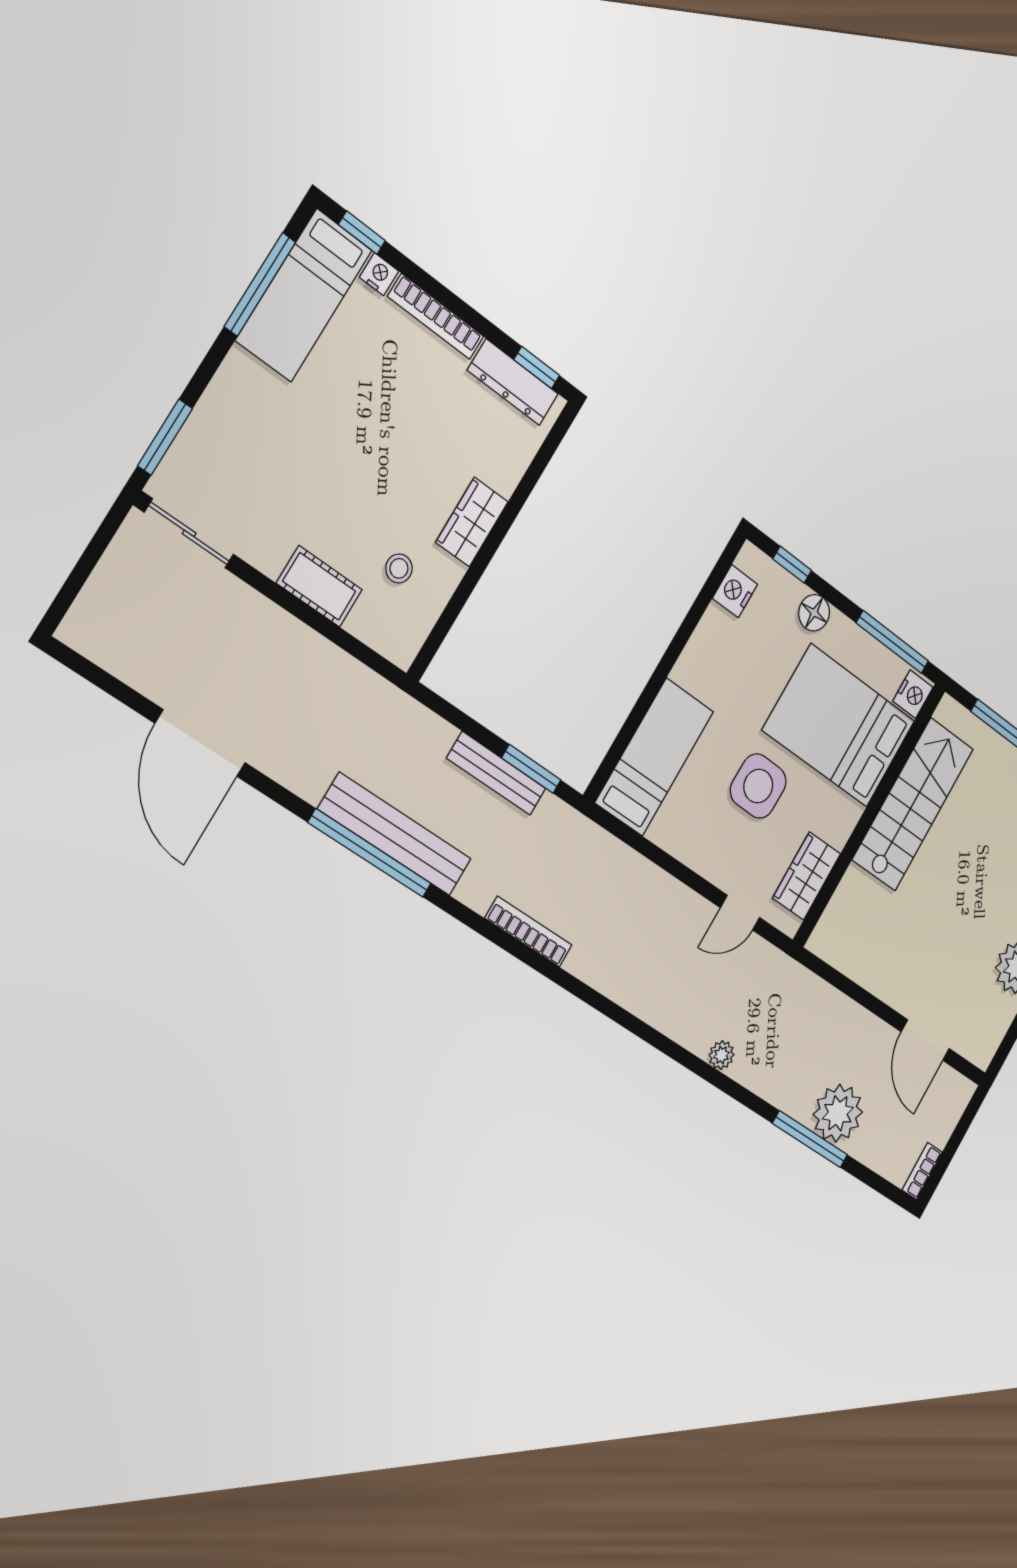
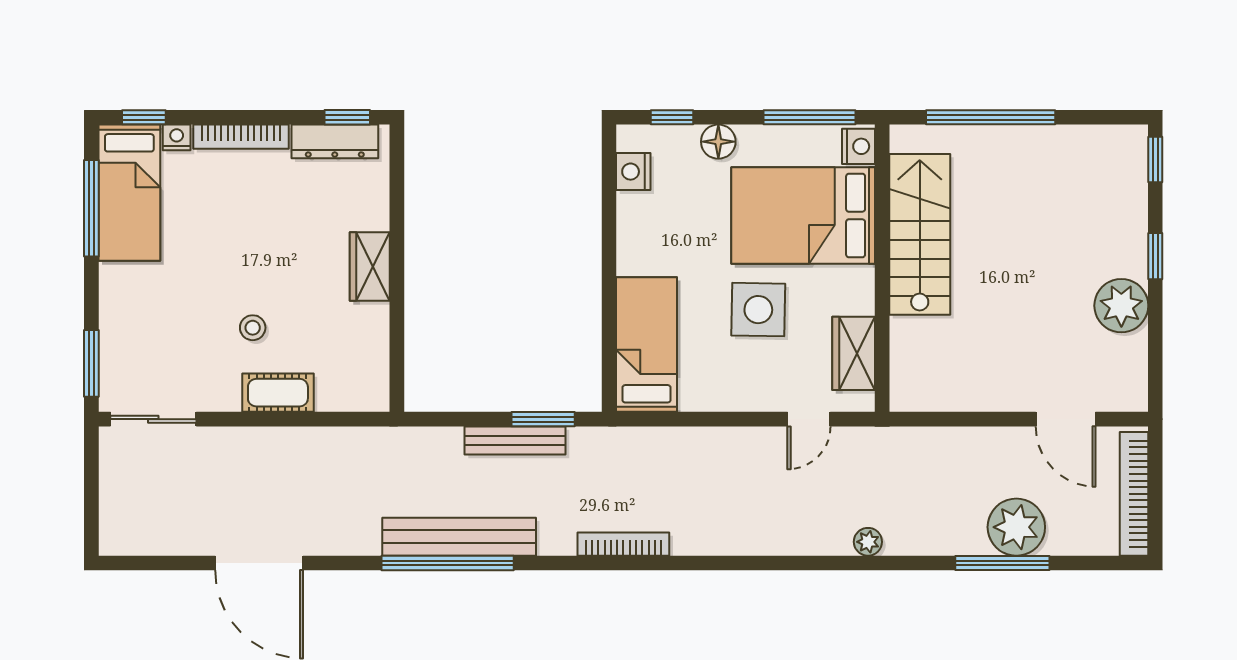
stool: (399, 568) -> (253, 328), moved
bookcase: (922, 1171) -> (1134, 494), width x2.31, depth x1.31

